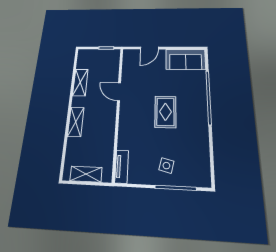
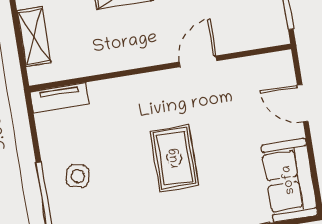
rug: (165, 112) -> (174, 158), turned 90

